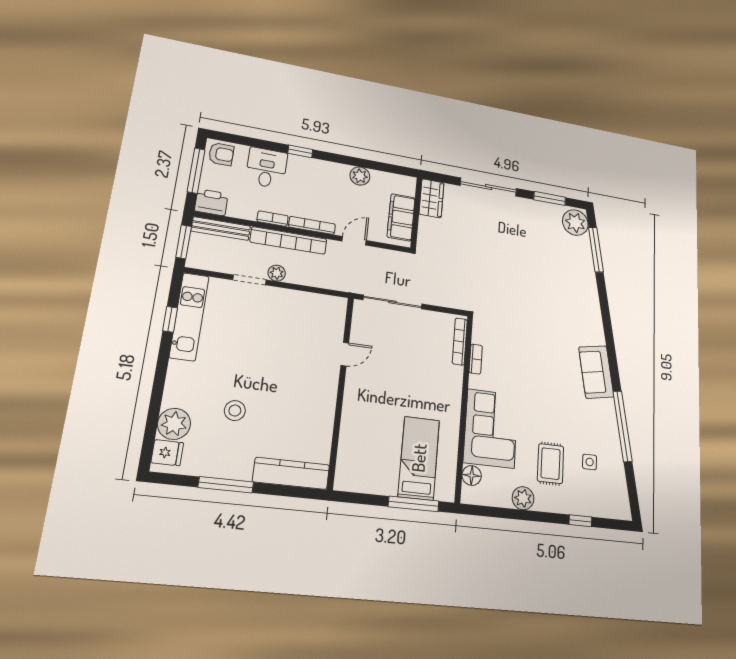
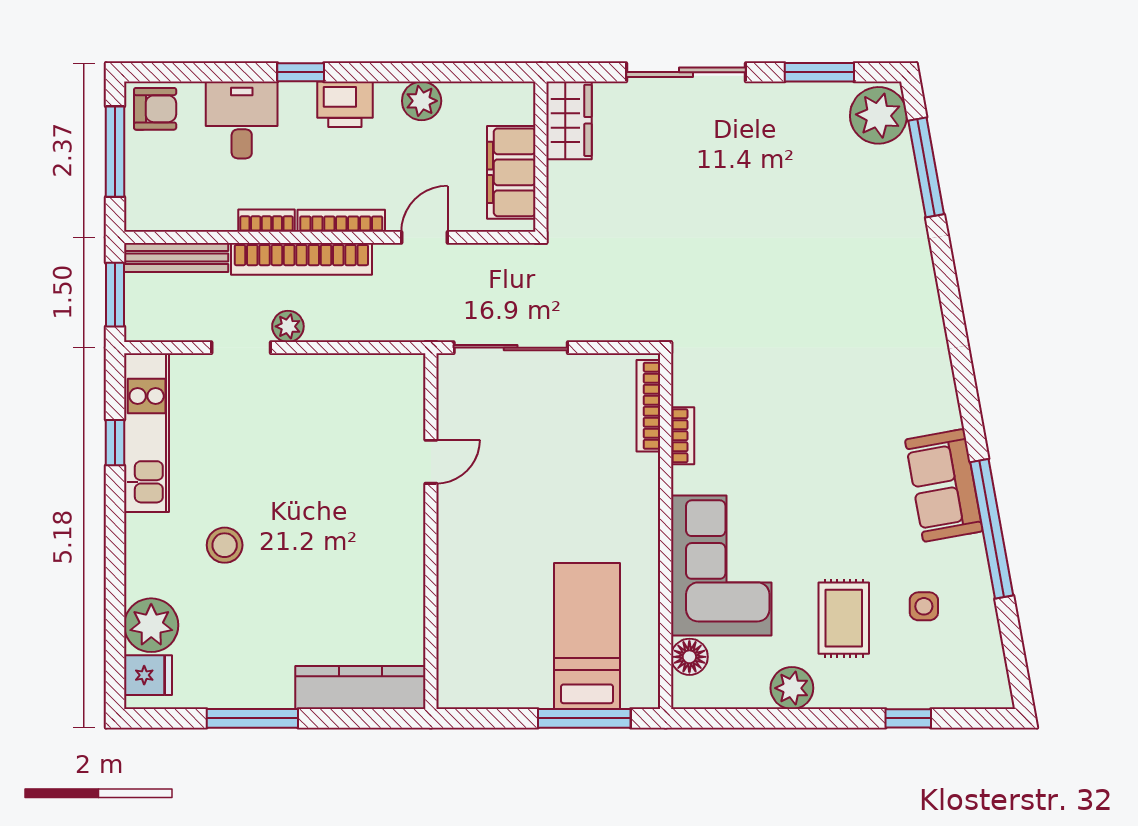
printer: (211, 202) -> (345, 104), moved, turned 180
sofa: (596, 372) -> (944, 485), moved
stool: (235, 411) -> (225, 545), moved

